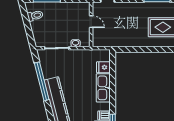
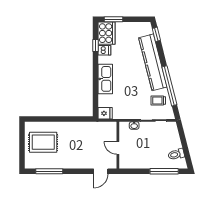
trolley: (52, 67) -> (158, 100), added
fridge: (103, 67) -> (105, 113), moved

